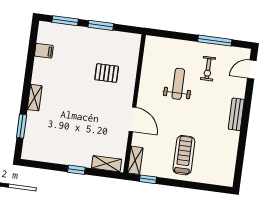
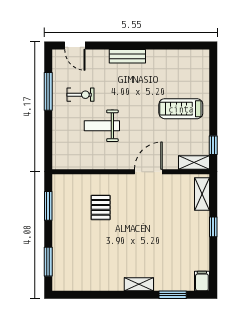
window: (101, 25) -> (48, 206), moved
filing cabinet: (44, 51) -> (202, 281), moved

